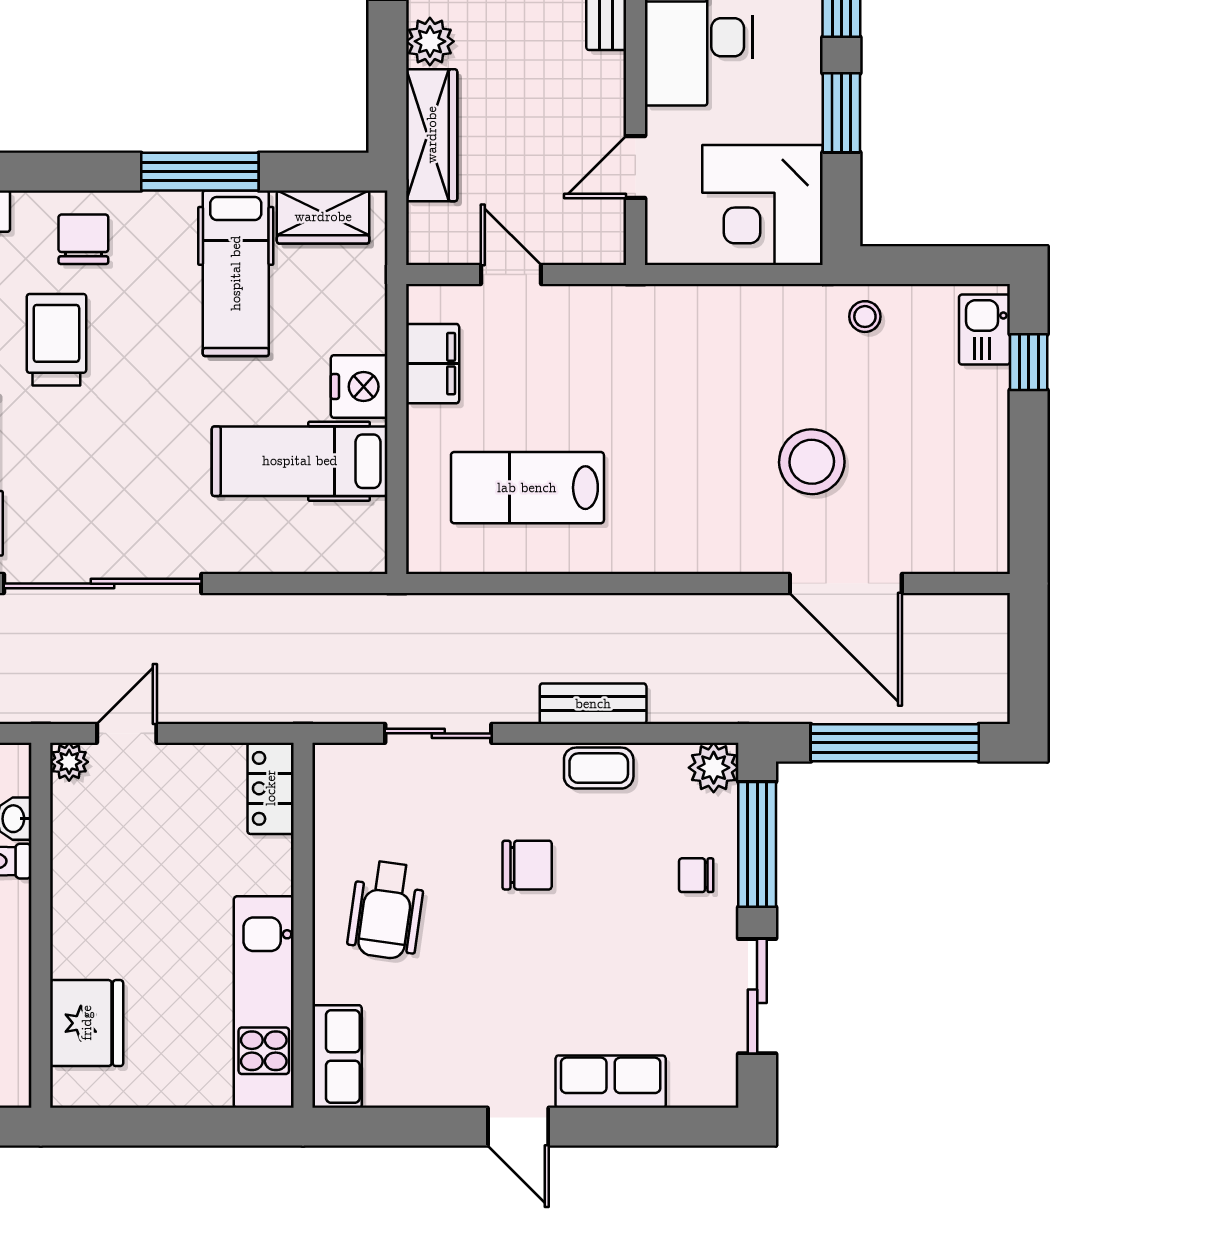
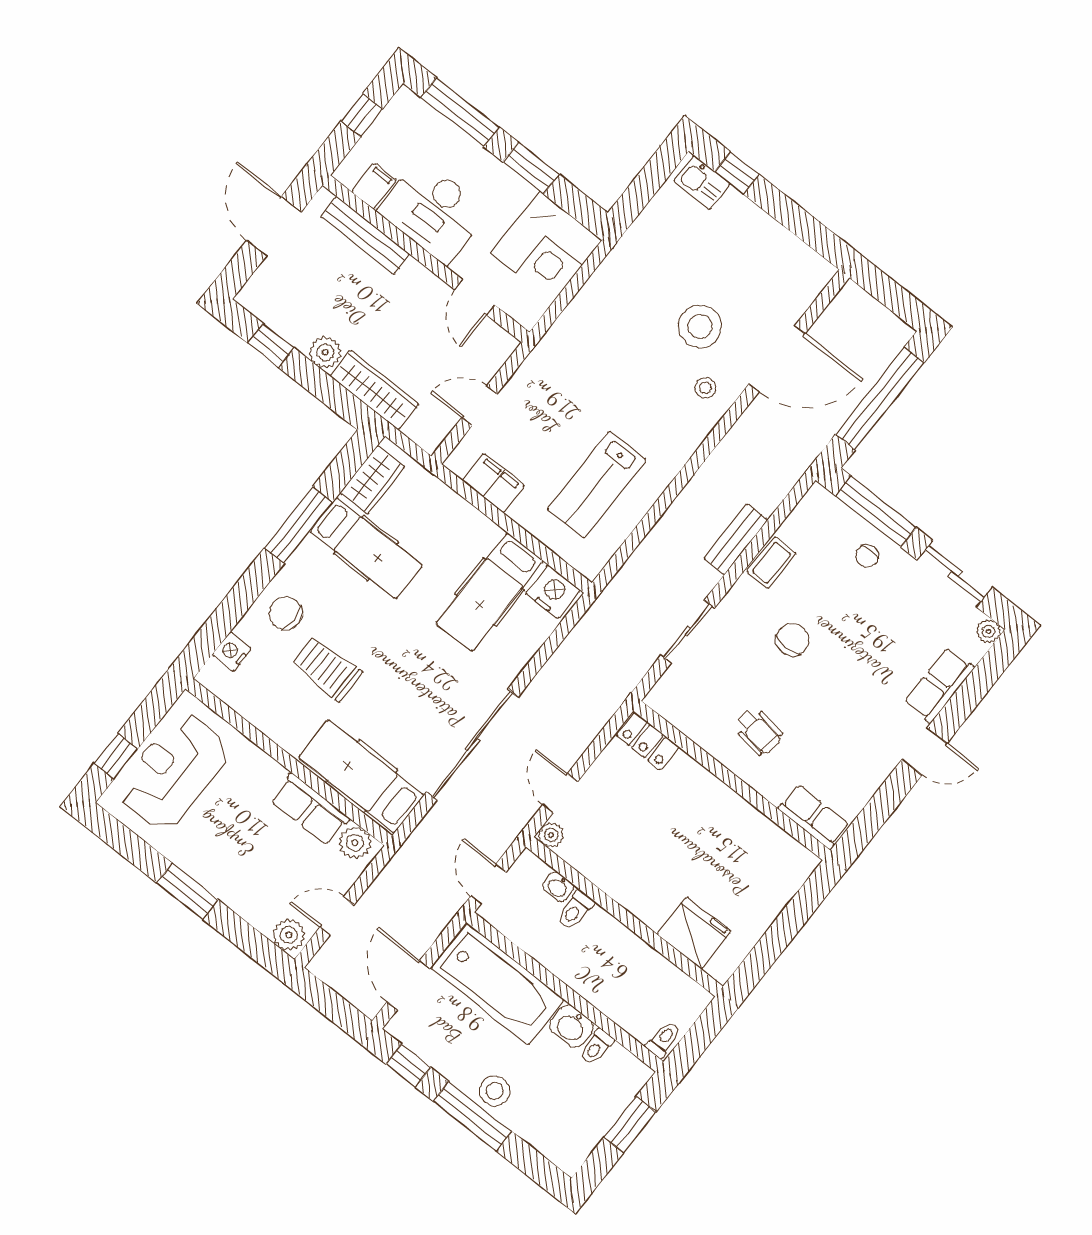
stool: (865, 317) -> (705, 388), moved
nightstand: (359, 387) -> (553, 592), moved
plant: (714, 768) -> (988, 631), moved, width x0.73, depth x0.73
wheelchair: (386, 910) -> (758, 731), width x0.73, depth x0.73
kitchen unit: (264, 1002) -> (756, 832), removed

